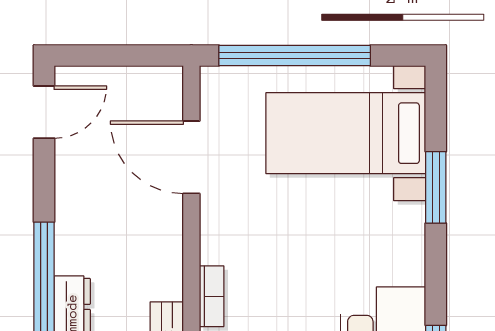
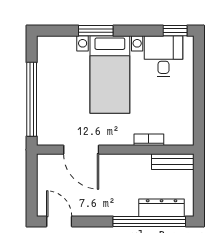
bed with nightstands: (346, 133) -> (110, 74), moved
door: (191, 157) -> (81, 150), hinge flipped

